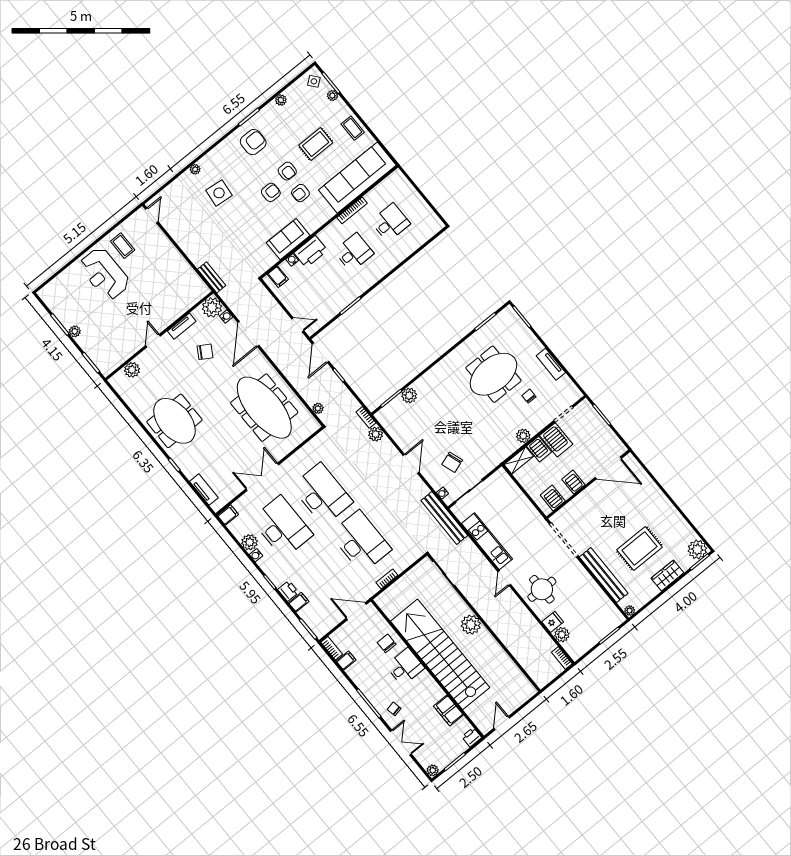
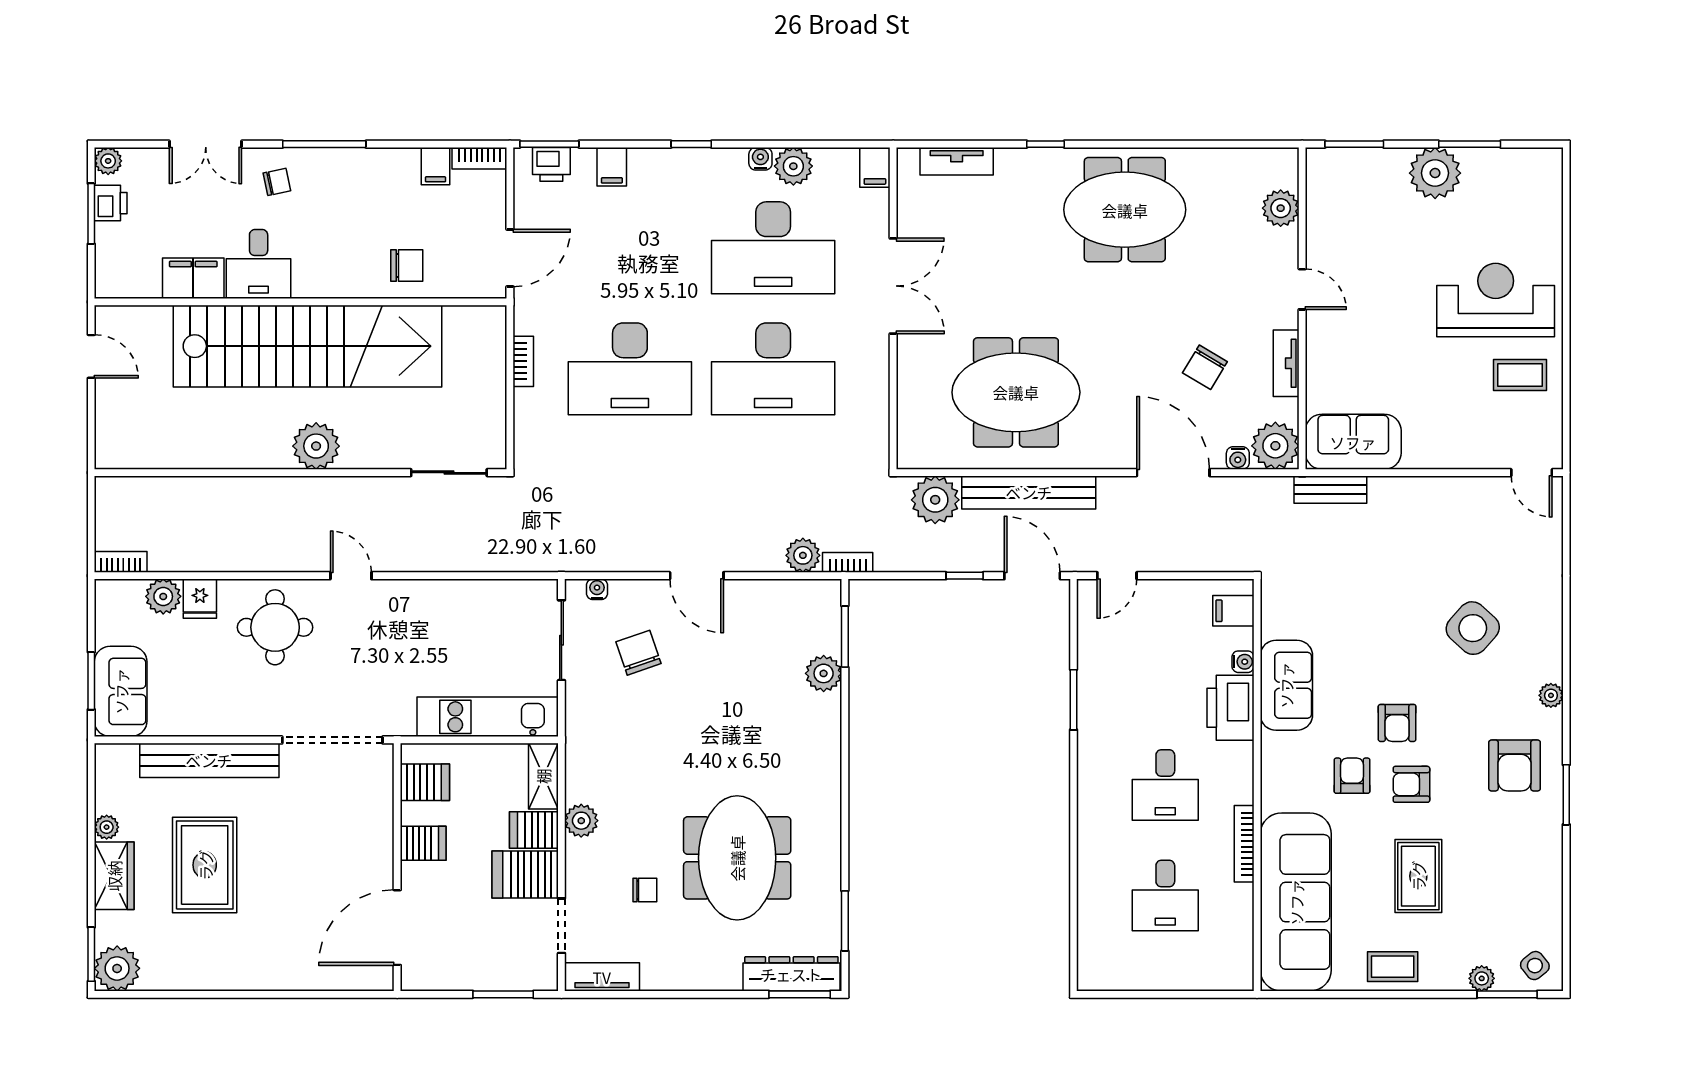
plant: (281, 100) -> (1550, 878), removed
plant: (195, 169) -> (1551, 695), moved
side table: (219, 193) -> (1473, 628), turned 36
sofa: (190, 283) -> (1353, 442), added
dresser: (517, 325) -> (791, 974), added
plant: (75, 331) -> (1435, 173), width x1.87, depth x1.87
tv unit: (551, 364) -> (602, 977), moved
meeting table: (264, 408) -> (1016, 392), width x0.73
plant: (318, 408) -> (935, 500), width x1.87, depth x1.87
bench: (444, 518) -> (1029, 492), moved
kitchen unit: (487, 541) -> (488, 717), moved, turned 180
printer: (288, 591) -> (551, 164), moved
plant: (630, 611) -> (107, 827), moved
sofa: (605, 623) -> (121, 691), added
desk: (405, 667) -> (259, 264), moved
printer: (472, 737) -> (111, 203), moved

